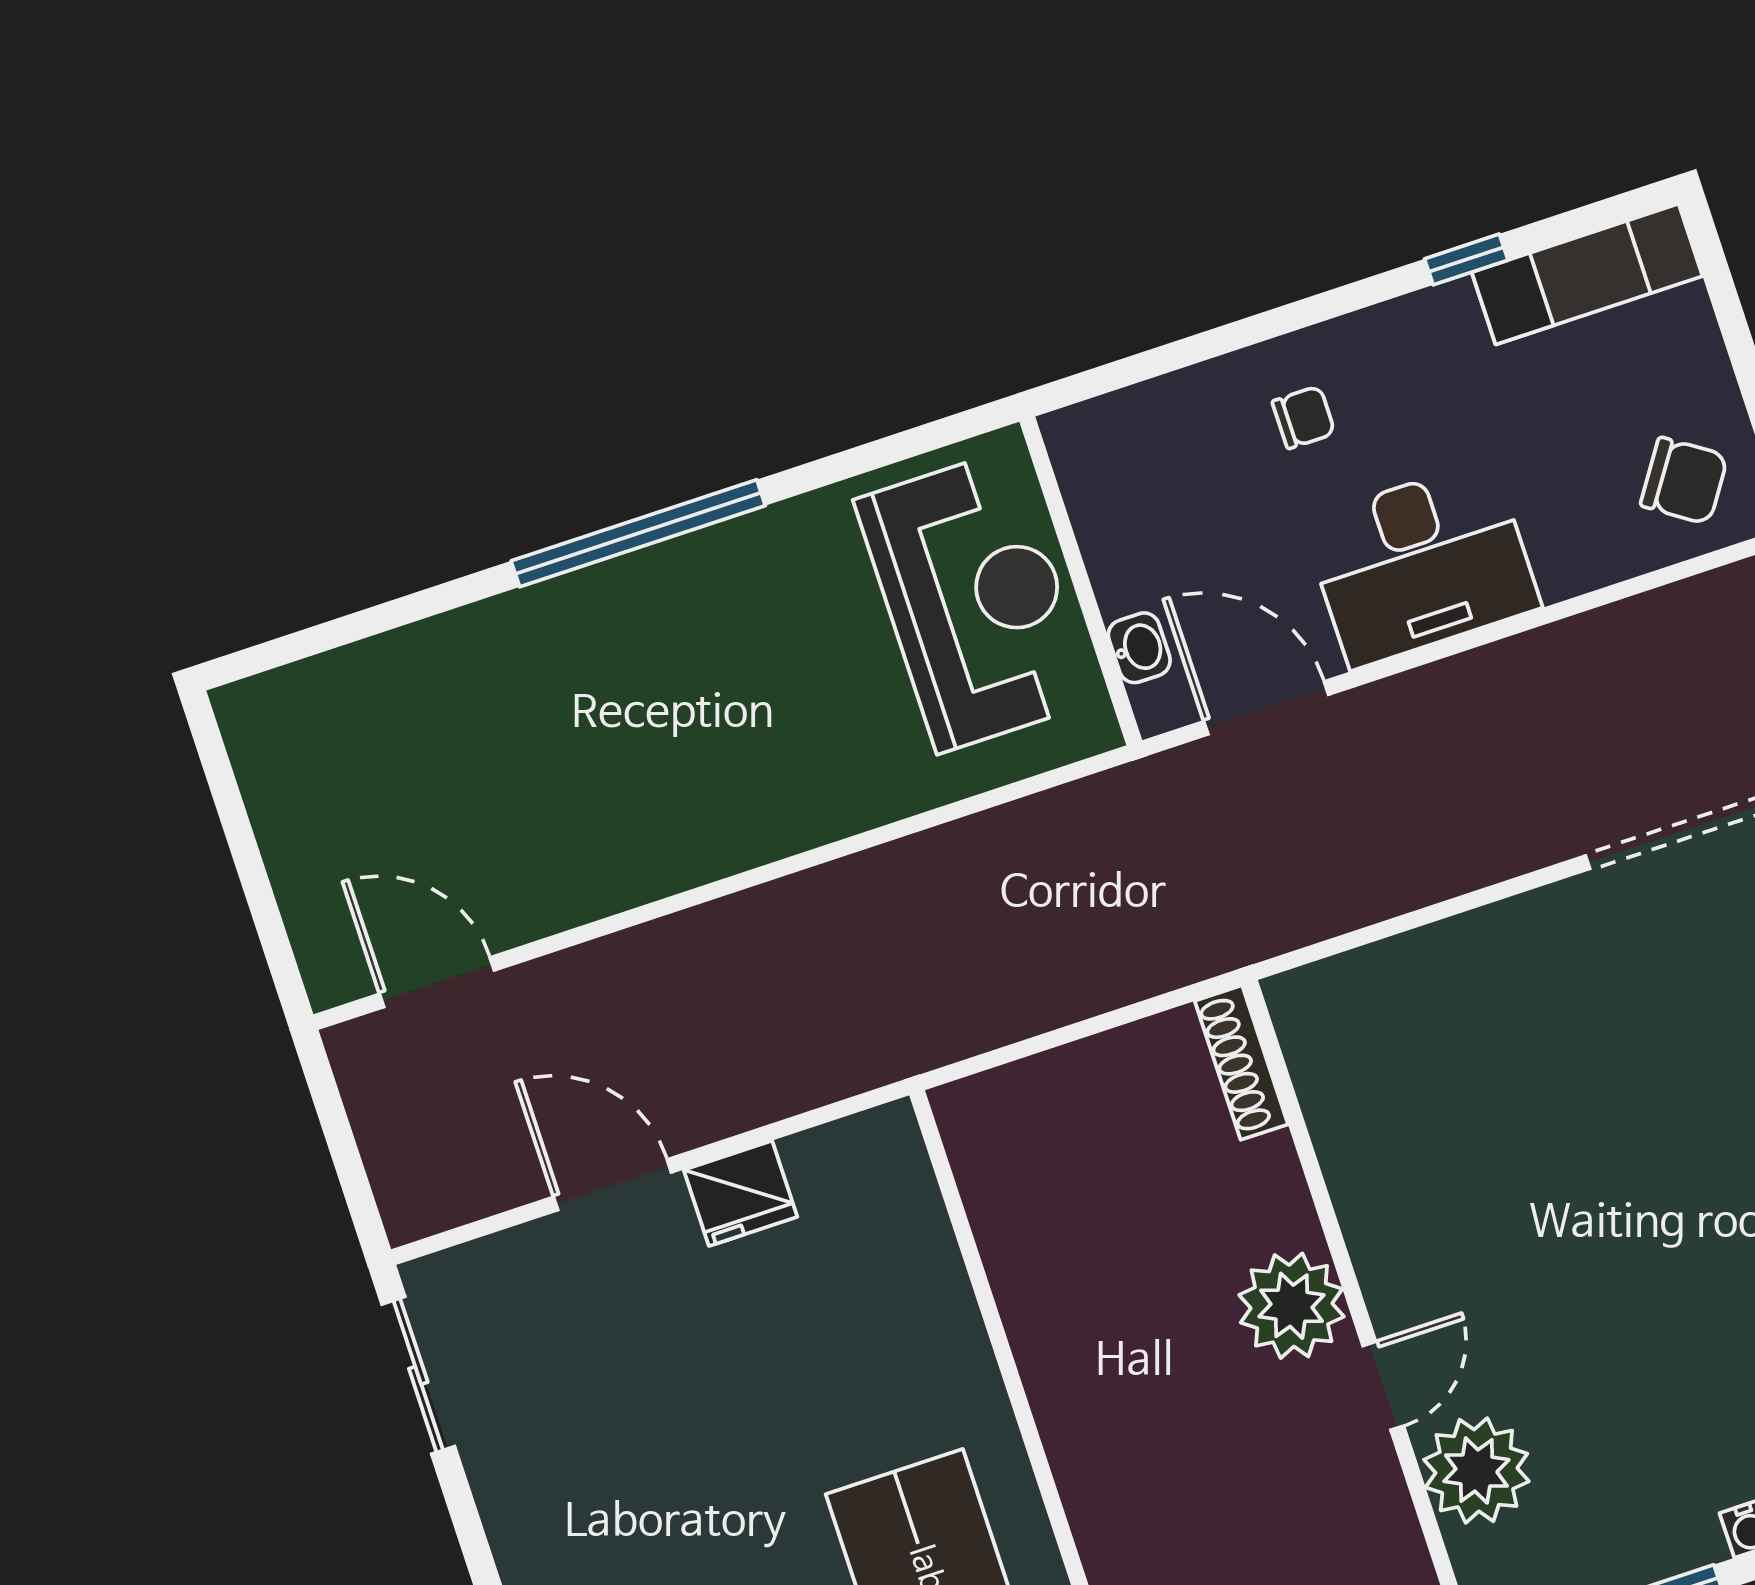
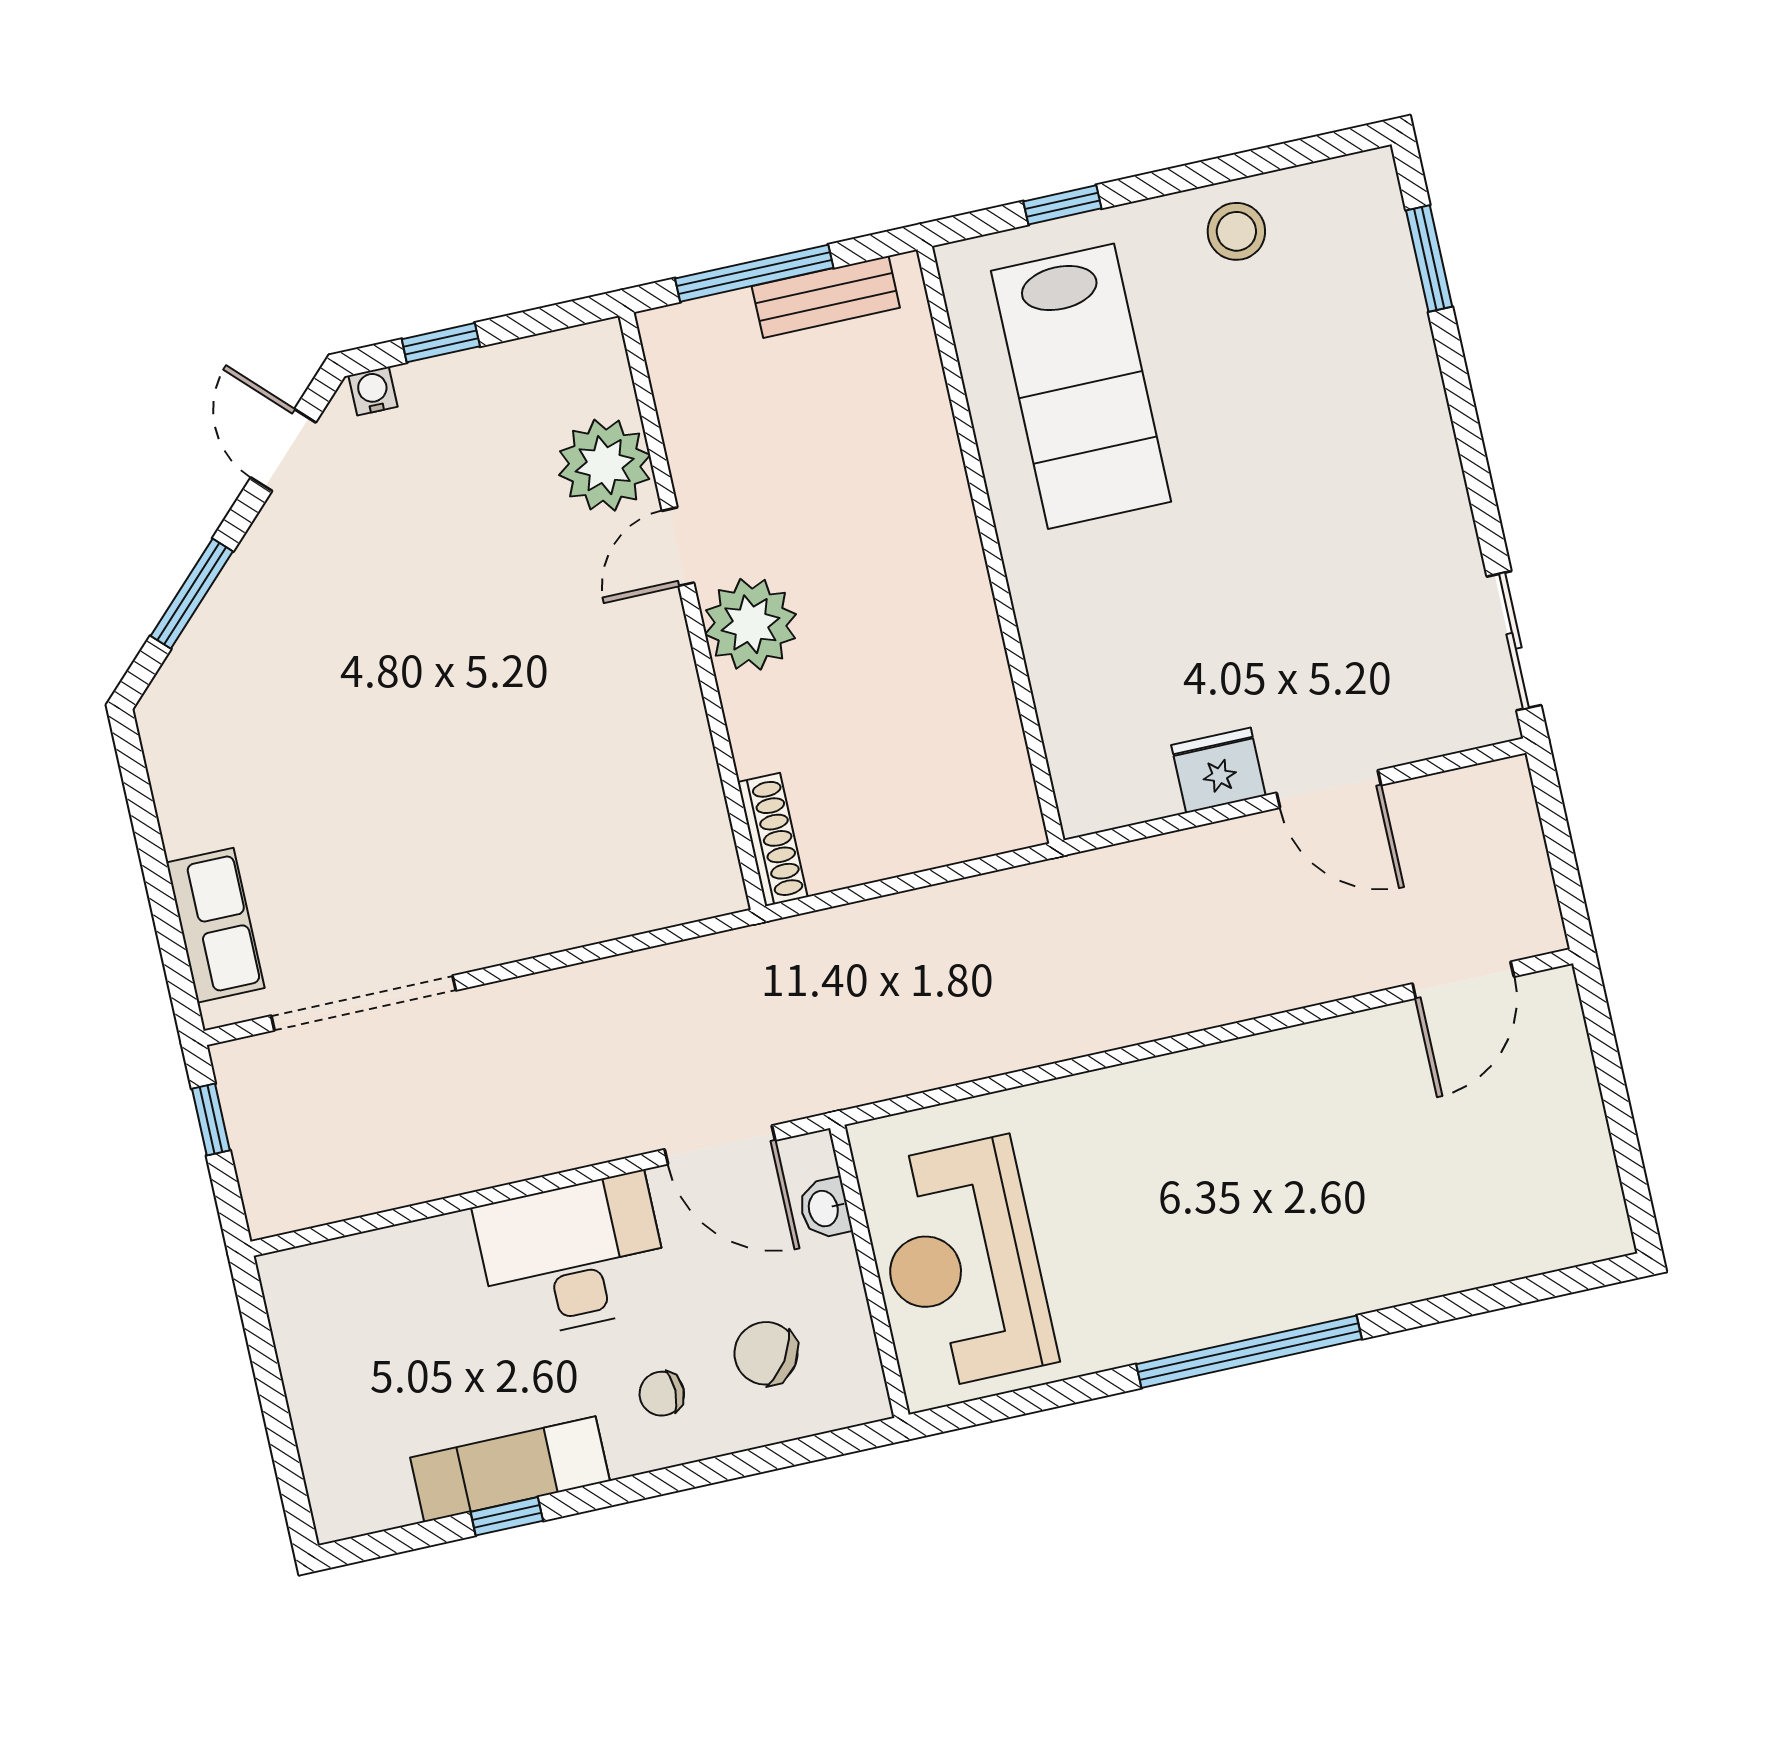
exam couch: (1587, 274) -> (510, 1469), moved
chair: (1684, 481) -> (766, 1353), moved
door: (437, 982) -> (1463, 980), hinge flipped

